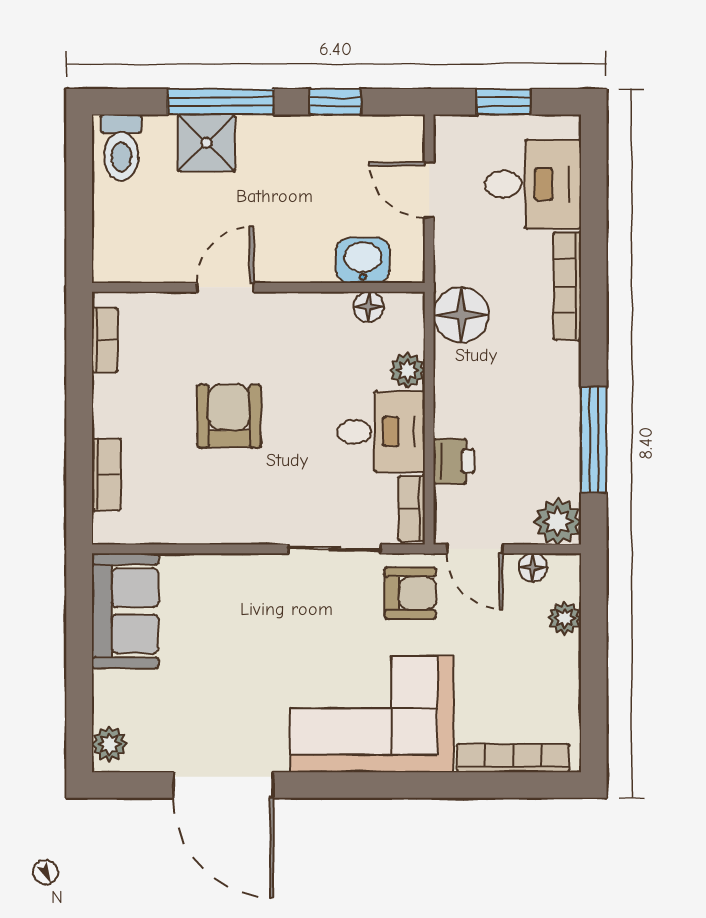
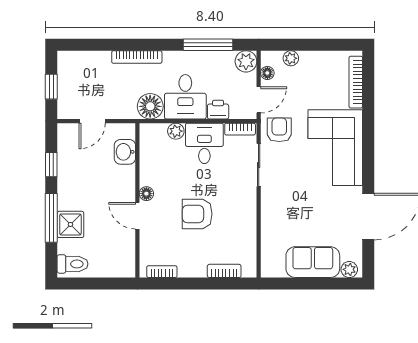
desk: (533, 184) -> (185, 97), moved, turned 180
floor lamp: (369, 307) -> (146, 194), moved
sofa: (125, 611) -> (313, 262), moved

